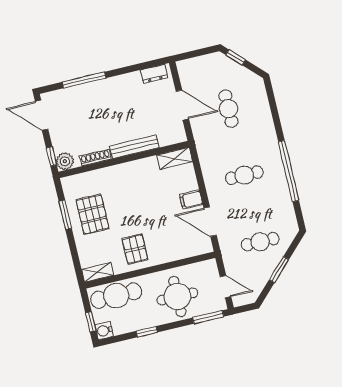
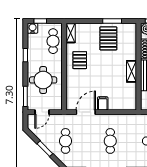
shelving: (175, 158) -> (132, 71), moved
pallet: (93, 214) -> (108, 38), turned 90
pallet: (135, 249) -> (80, 60), turned 90
cafe table: (116, 296) -> (53, 41), width x0.73, depth x0.74

